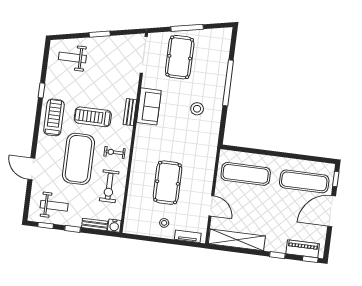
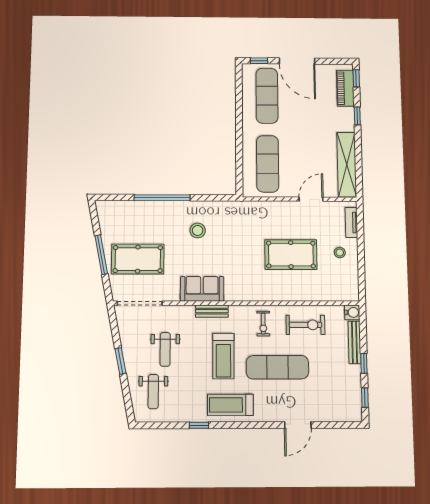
exercise mat: (78, 159) -> (277, 367), width x0.68
weight bench: (54, 206) -> (165, 349), moved, turned 180
bench: (95, 224) -> (354, 342), width x1.36

